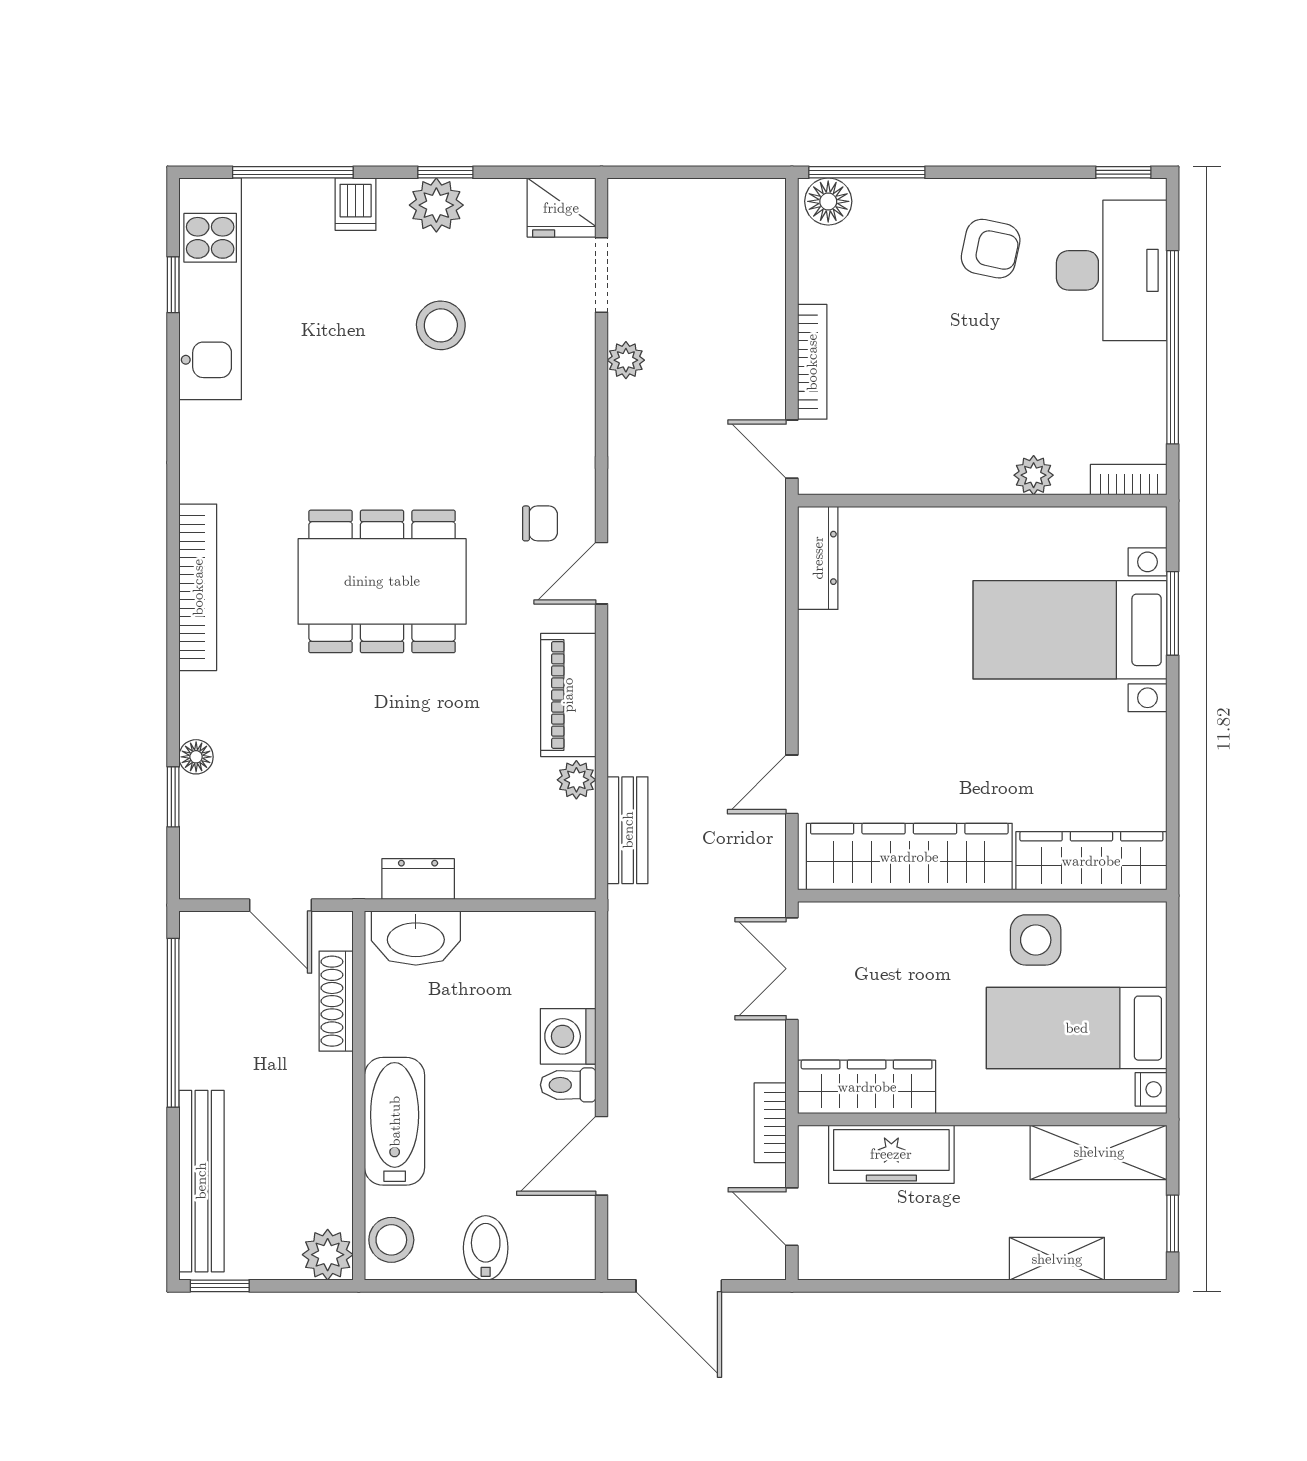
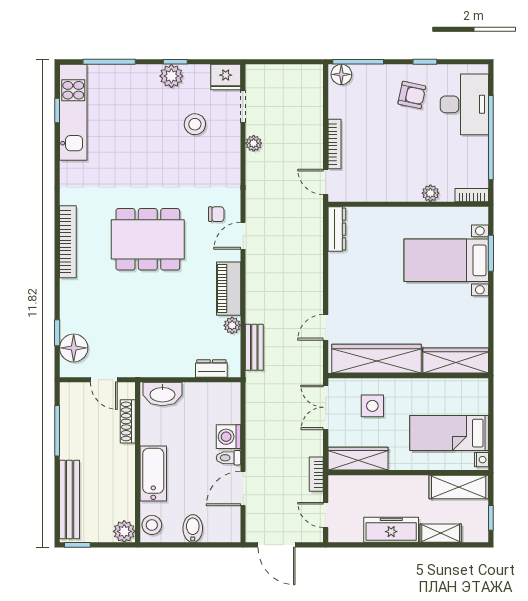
window: (1123, 172) -> (425, 62), moved
dishwasher: (356, 204) -> (136, 76), removed
stool: (441, 325) -> (195, 124), moved
floor lamp: (196, 757) -> (74, 348), moved, width x1.89, depth x1.89
dresser: (418, 879) -> (211, 368), moved
side table: (1036, 940) -> (372, 406), moved
window: (173, 1023) -> (57, 431), width x0.68
freezer: (891, 1154) -> (391, 530), moved, turned 180

